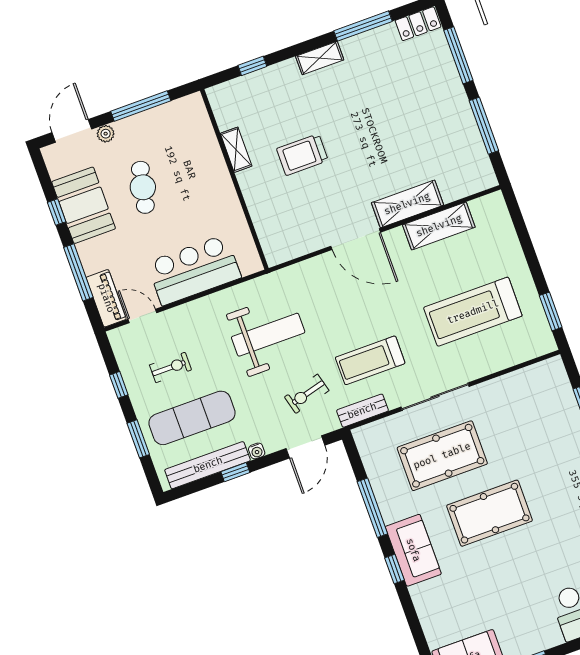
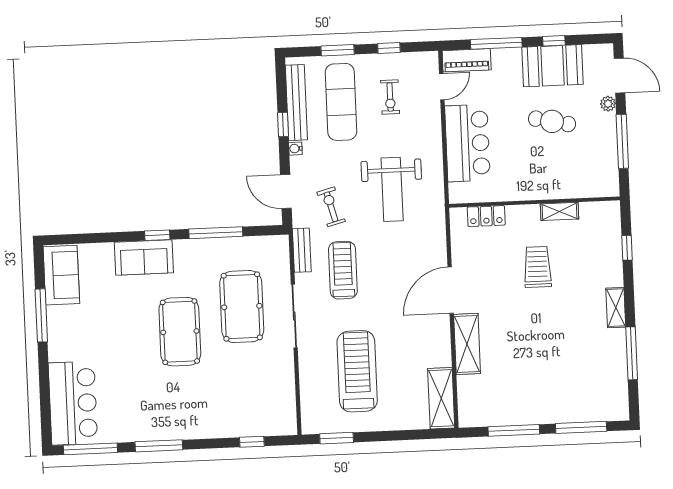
locker: (418, 24) -> (486, 216), moved, turned -90
shelving: (439, 226) -> (441, 398), moved
sofa: (413, 550) -> (144, 257), moved

